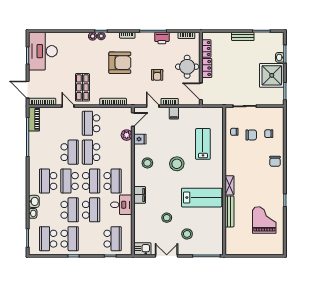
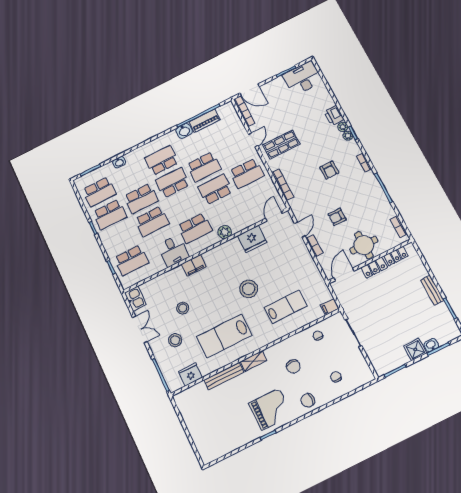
printer: (162, 38) -> (334, 115), moved
desk: (43, 51) -> (303, 78), width x0.73, depth x0.77
armchair: (120, 63) -> (329, 170), width x0.53, depth x0.53
shower: (272, 75) -> (415, 349), width x0.54, depth x0.54
door: (28, 90) -> (249, 90), swing flipped
filing cabinet: (174, 113) -> (330, 307), moved
piano: (34, 119) -> (205, 121), moved
door: (133, 119) -> (274, 216), swing flipped
school desk: (91, 123) -> (247, 173), turned 180
plant: (127, 135) -> (225, 232), moved
chair: (251, 135) -> (293, 366), moved
fridge: (140, 139) -> (252, 239), width x1.88, depth x1.34
stool: (147, 163) -> (233, 256), removed
school desk: (91, 181) -> (184, 205), removed
lab bench: (202, 198) -> (224, 336), turned 90
washbasin: (34, 201) -> (184, 131), moved
grand piano: (264, 220) -> (270, 409), moved
fridge: (217, 235) -> (190, 374), added
school desk: (48, 239) -> (99, 192), turned 180

